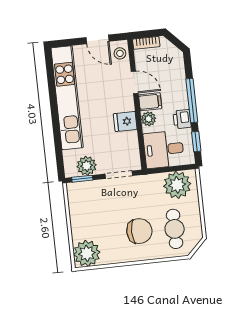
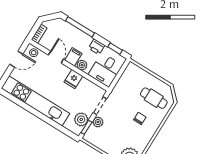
door: (135, 82) -> (56, 57), hinge flipped
window: (192, 101) -> (80, 27), moved
plant: (177, 185) -> (98, 122), moved, width x0.53, depth x0.53
chair: (139, 231) -> (140, 118), width x0.54, depth x0.54

